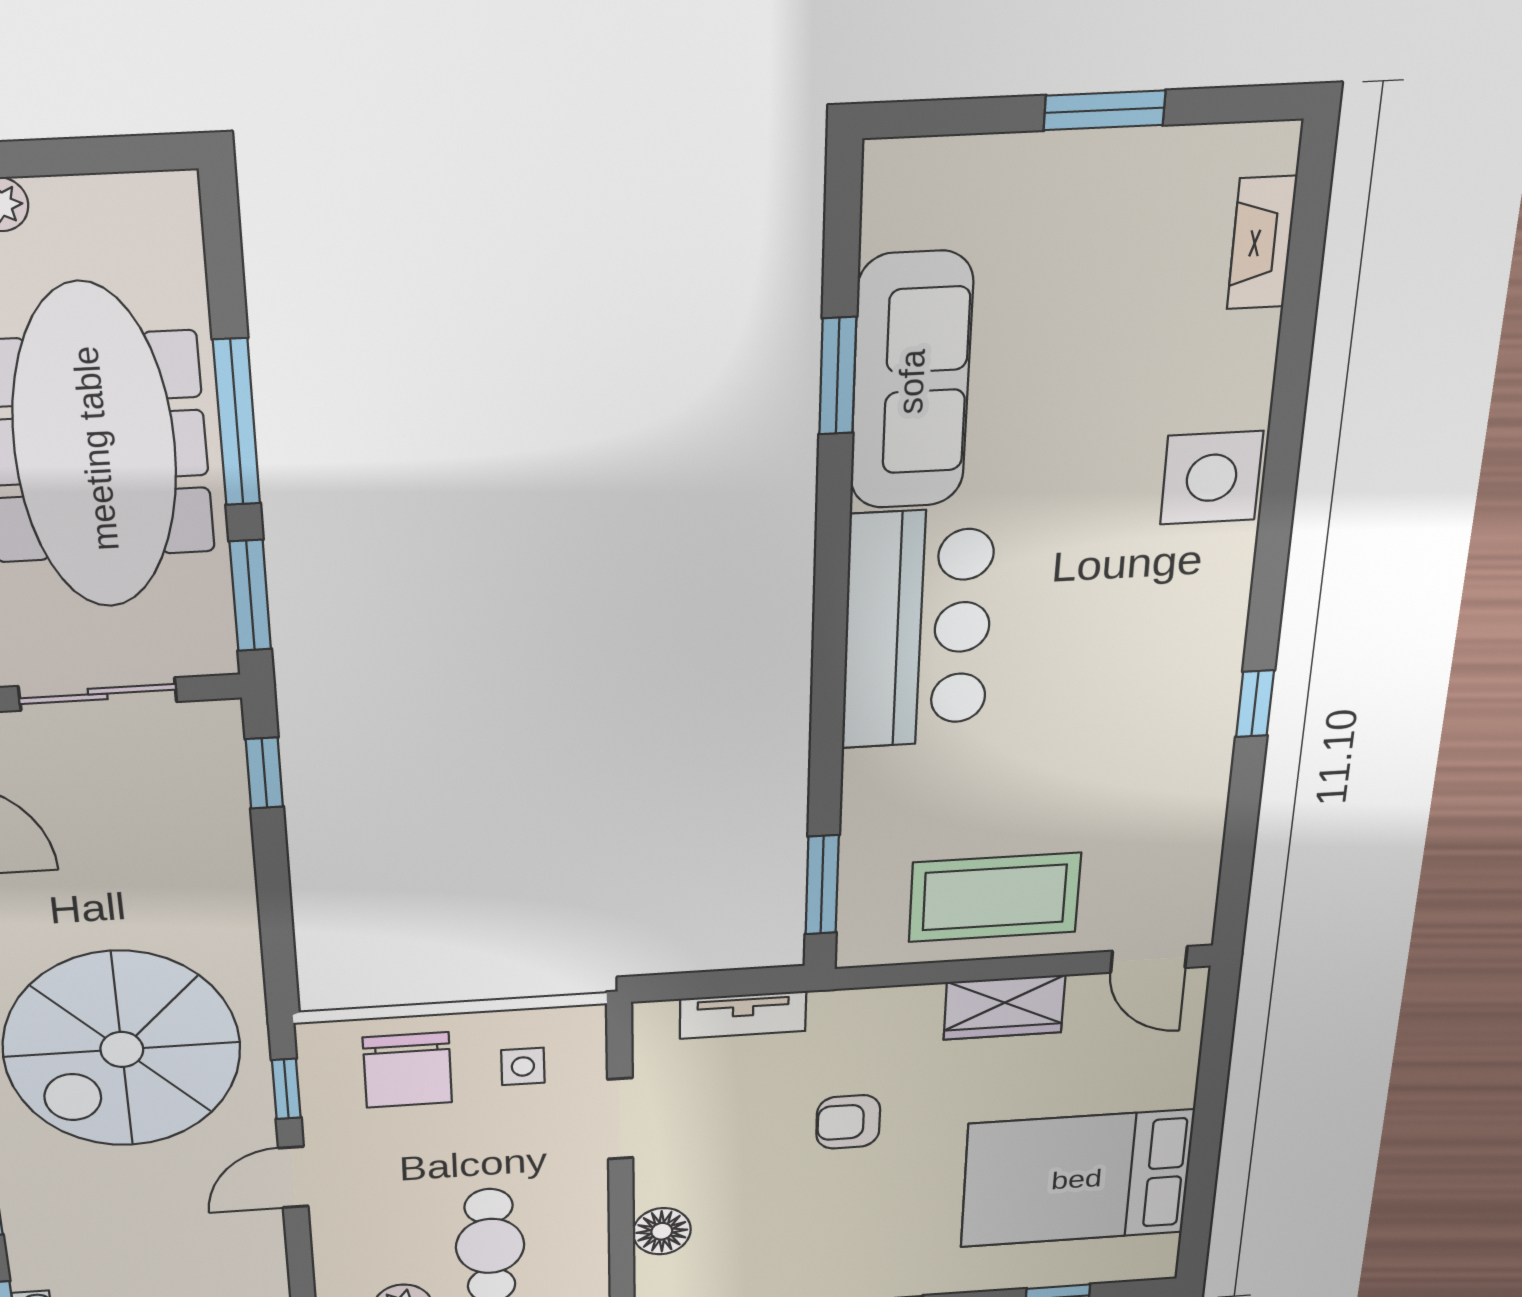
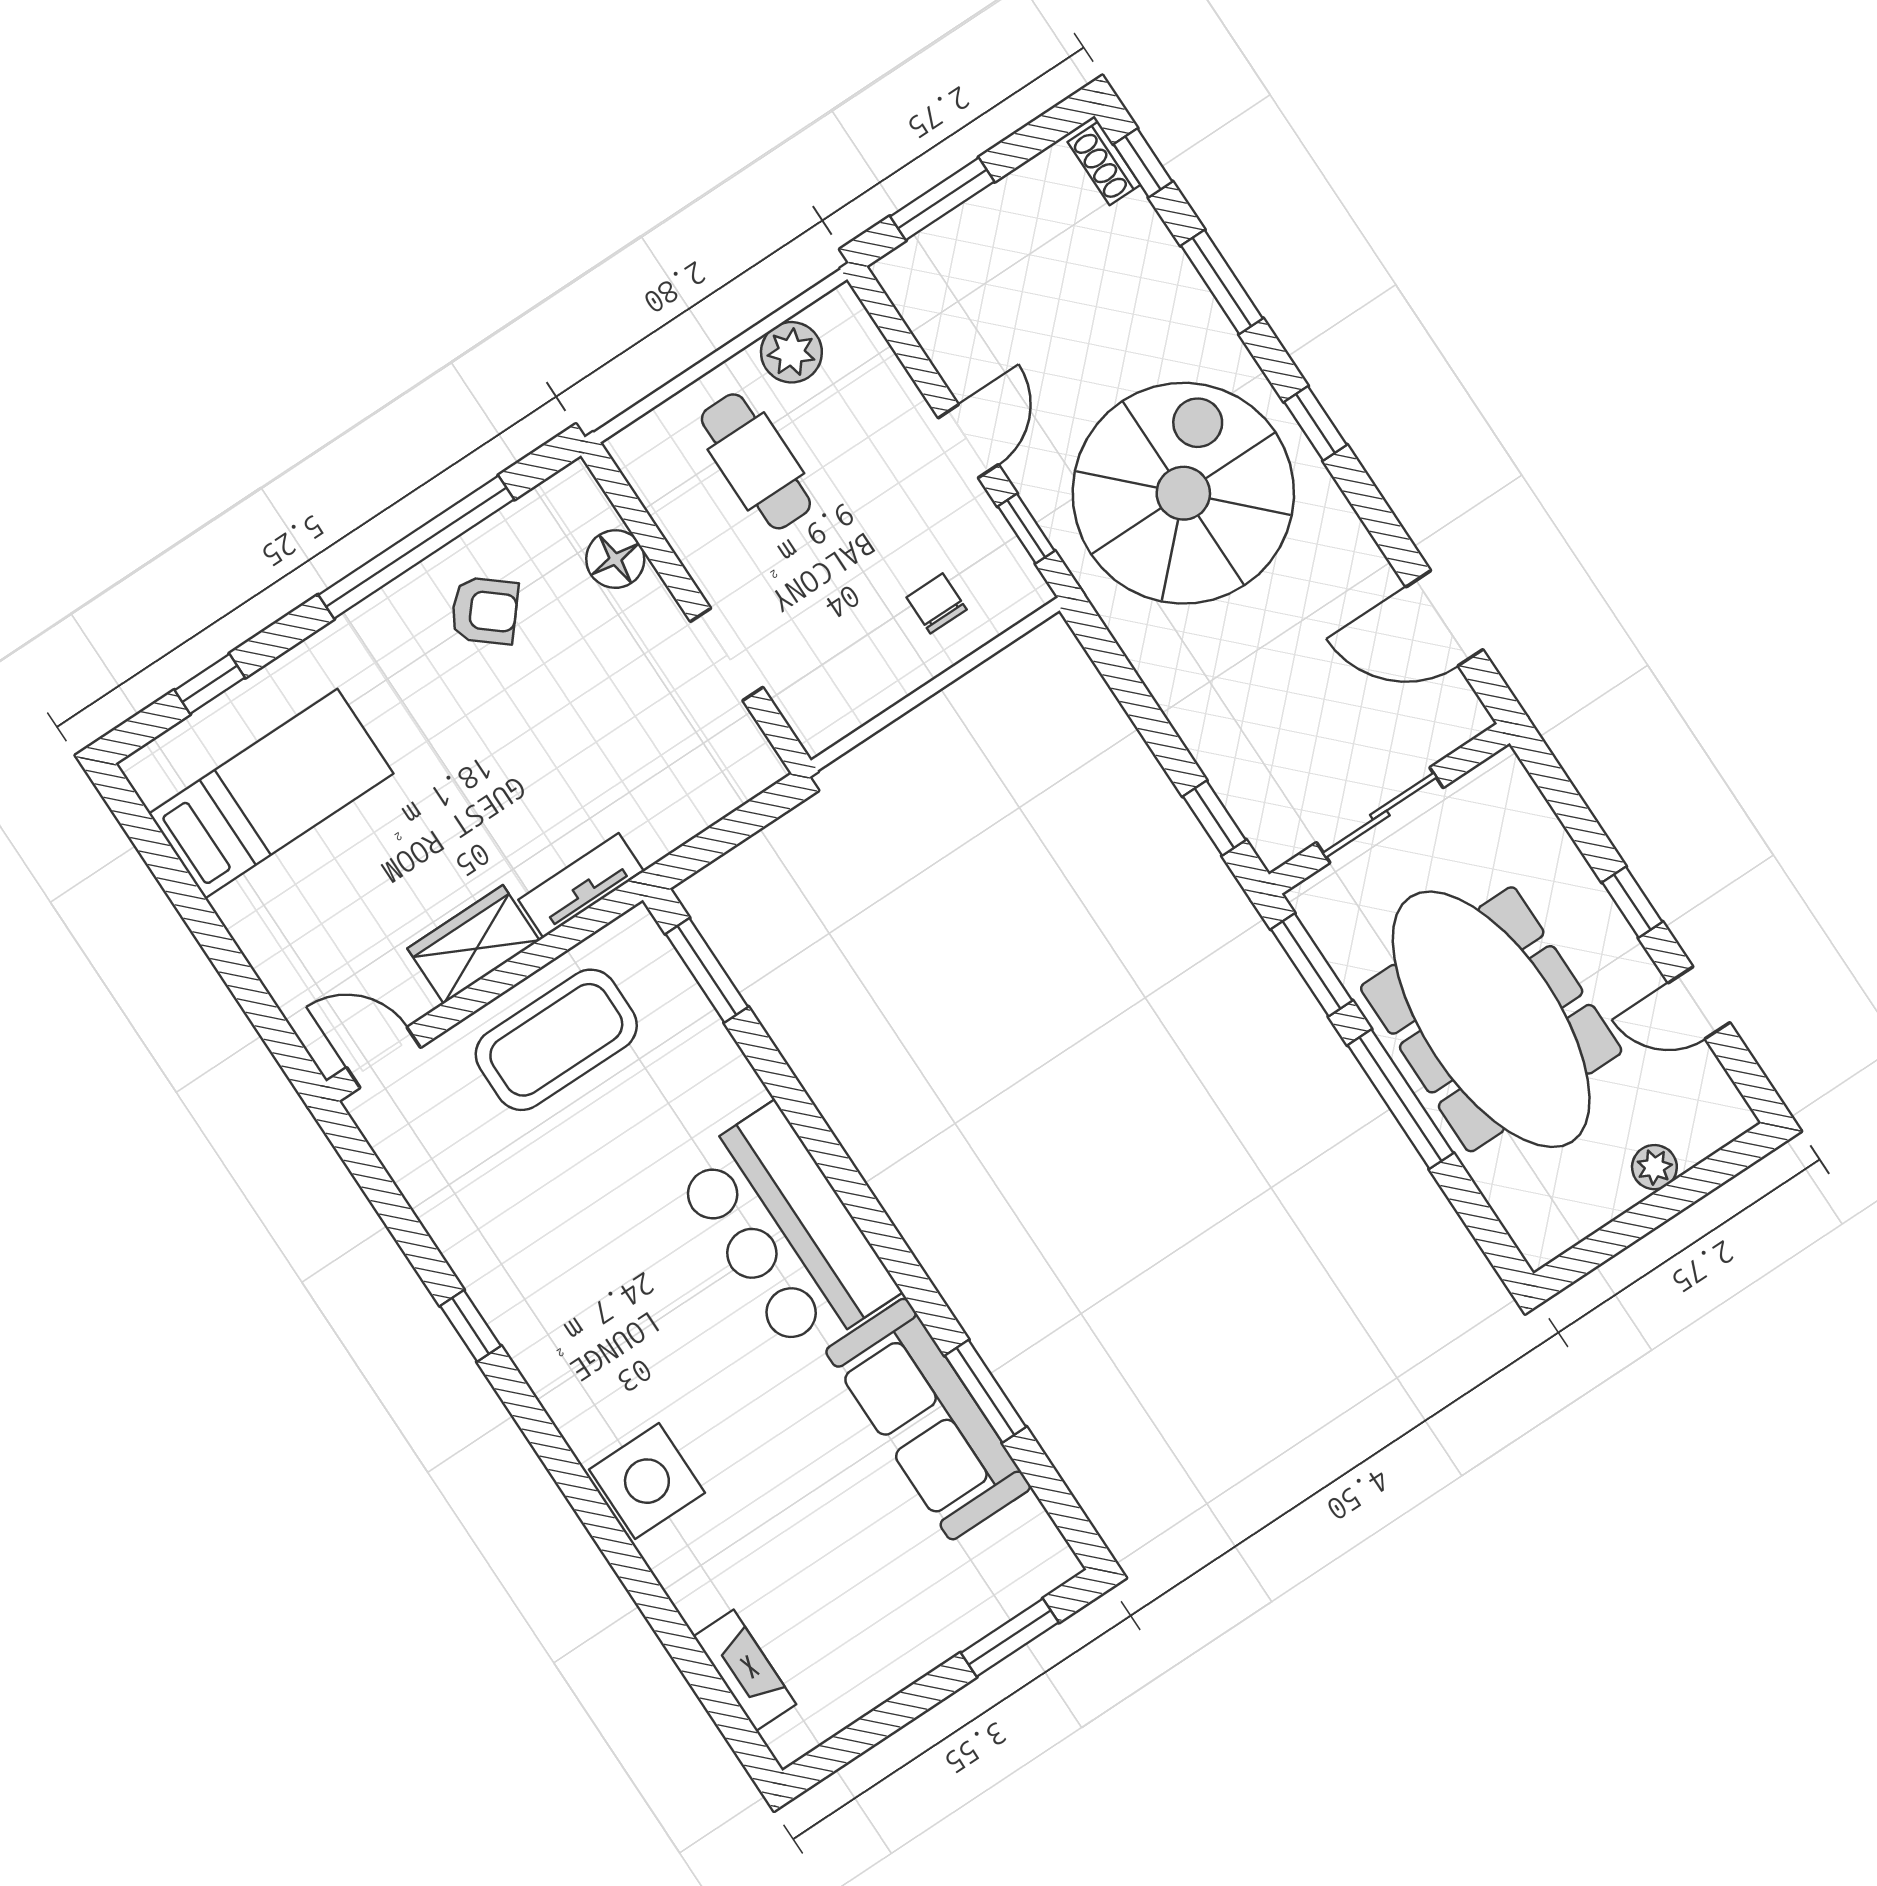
window: (1104, 110) -> (1010, 1638), moved
tv unit: (743, 1015) -> (581, 885), moved
side table: (523, 1066) -> (842, 661), removed
chair: (407, 1070) -> (937, 603), width x0.54, depth x0.54
armchair: (848, 1122) -> (485, 611), moved, turned 40
bed: (1077, 1179) -> (271, 794), width x0.67

